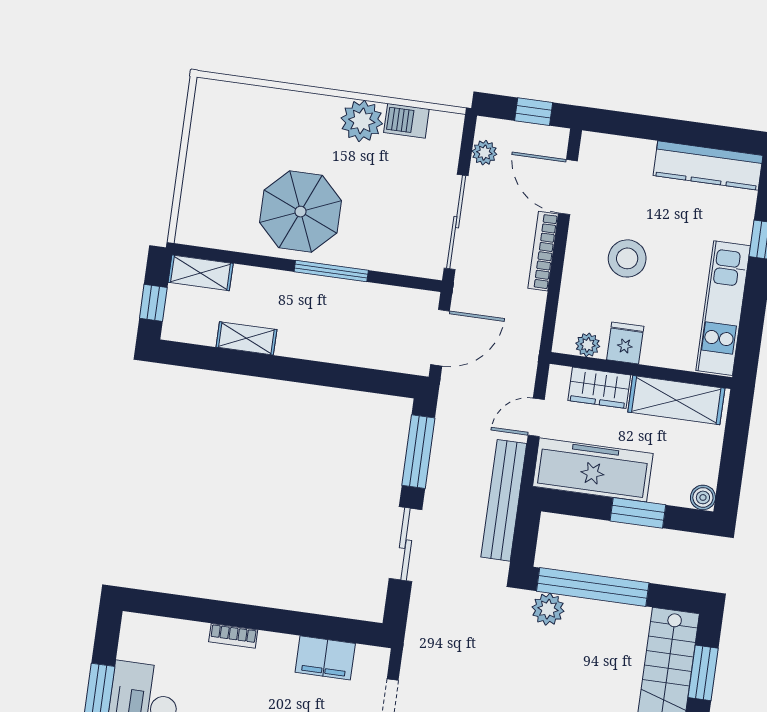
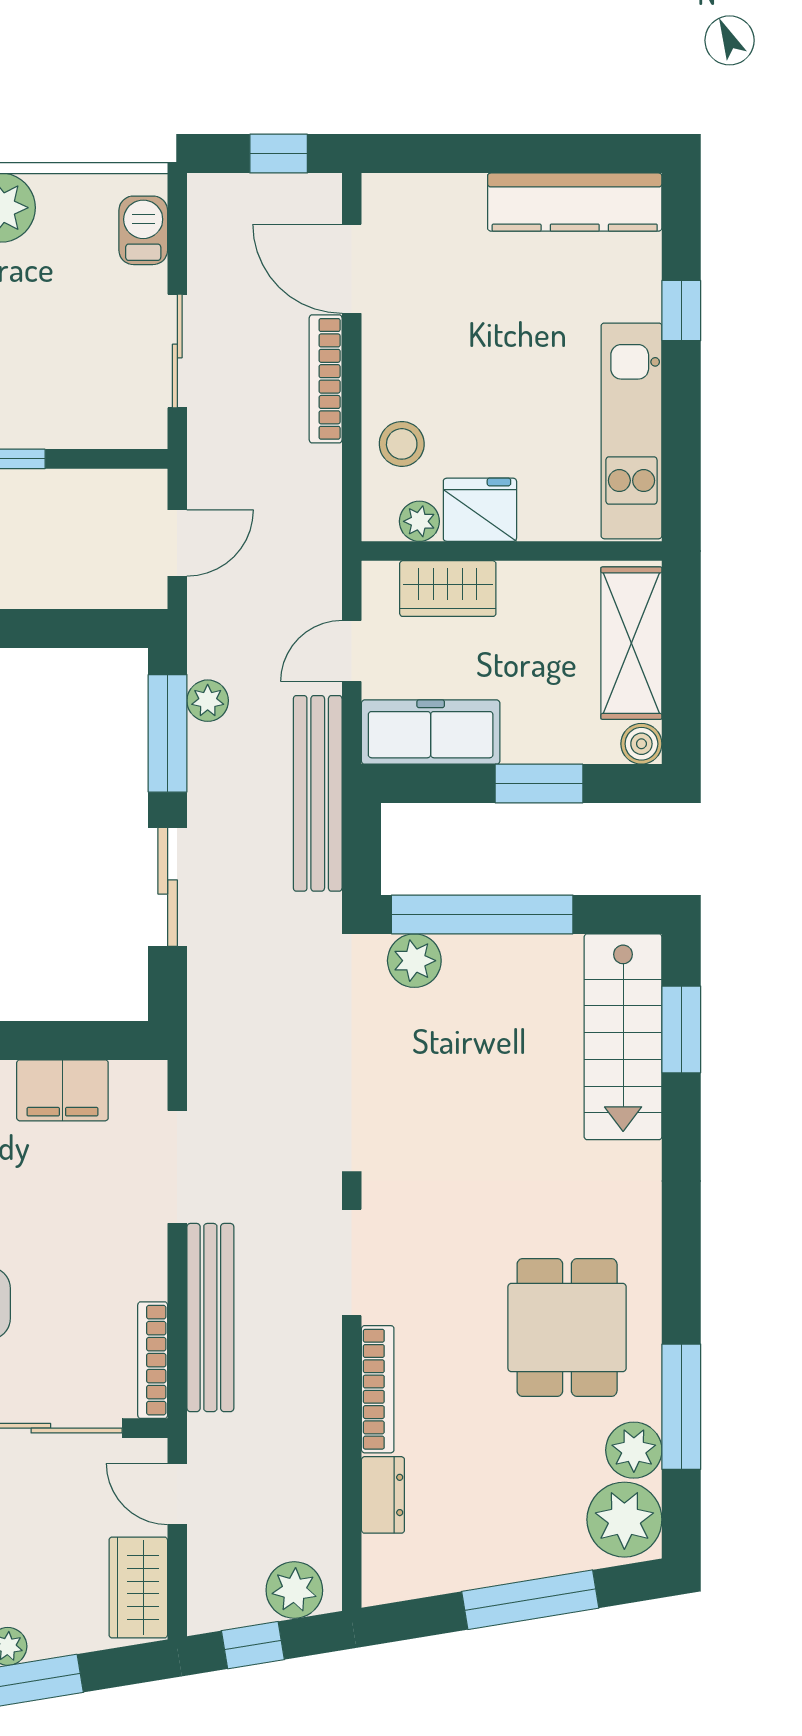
barbecue: (406, 121) -> (143, 230), moved, turned 90
plant: (484, 153) -> (208, 701), moved
sliding door: (456, 222) -> (177, 351), width x0.73
stool: (627, 258) -> (402, 444), moved, width x0.73, depth x0.73
door: (440, 338) -> (177, 543), width x0.73
fridge: (625, 343) -> (480, 510), width x1.38
shelving: (676, 400) -> (631, 643), moved, turned 90
freezer: (593, 470) -> (431, 732), width x0.73, depth x0.79

